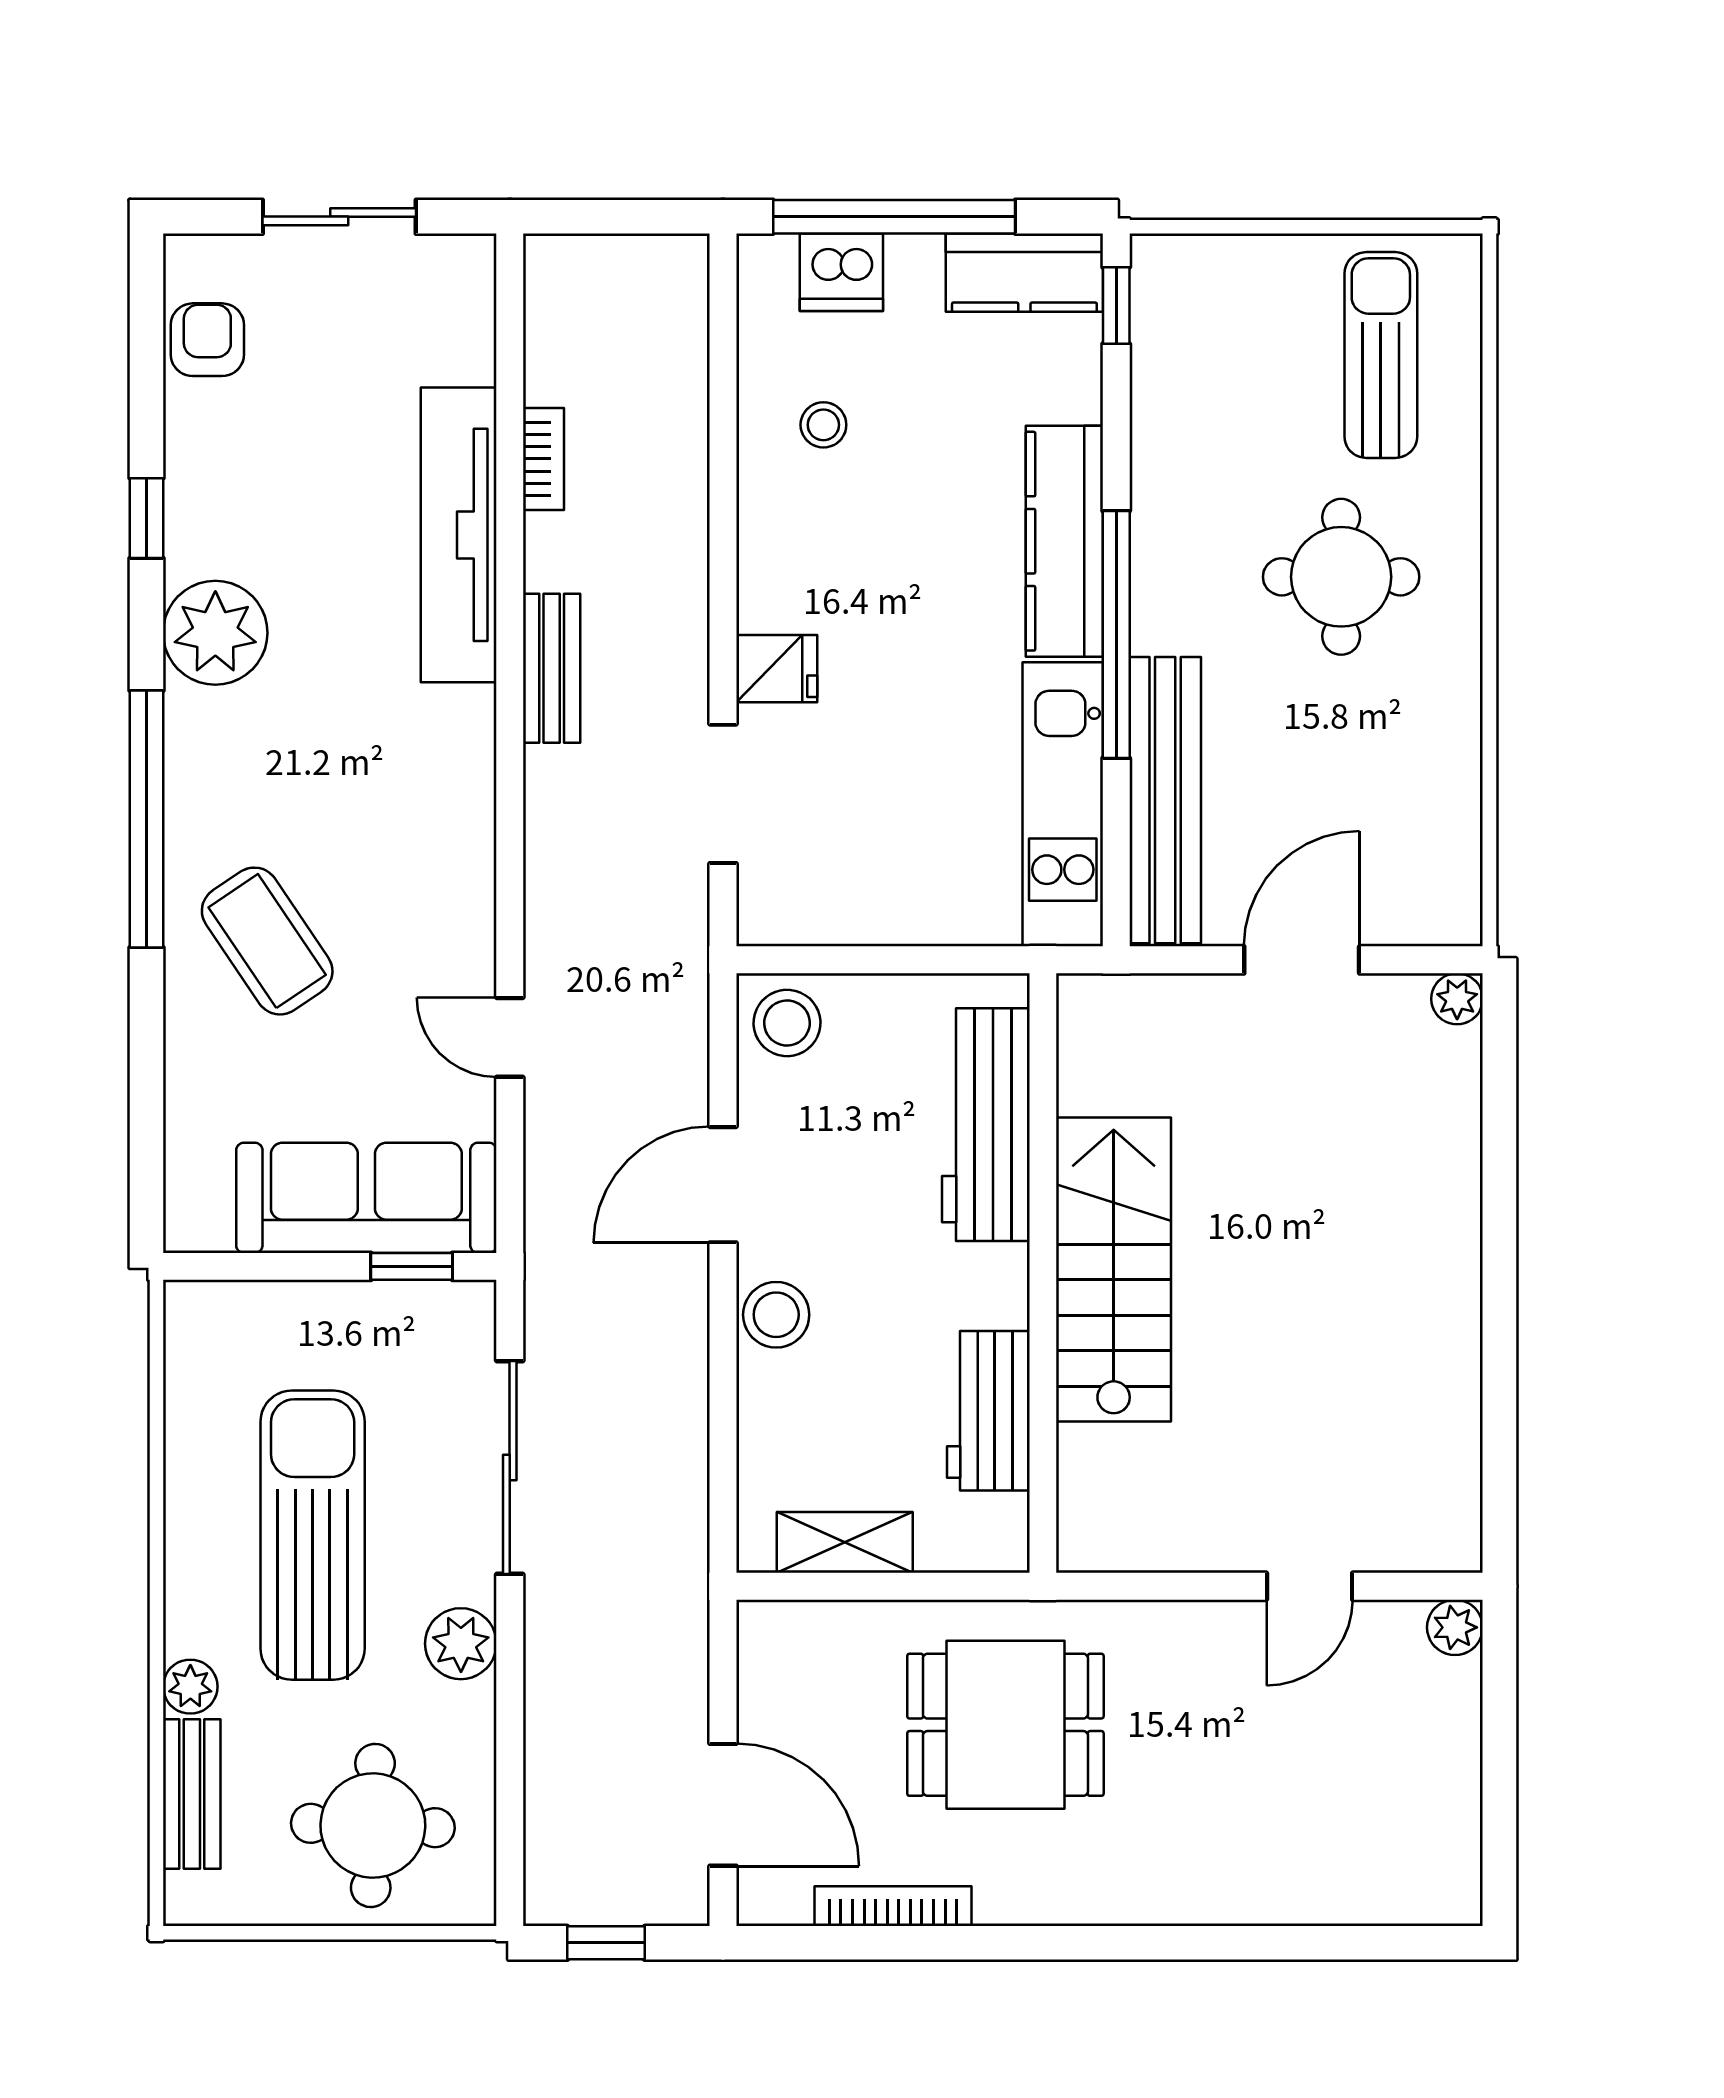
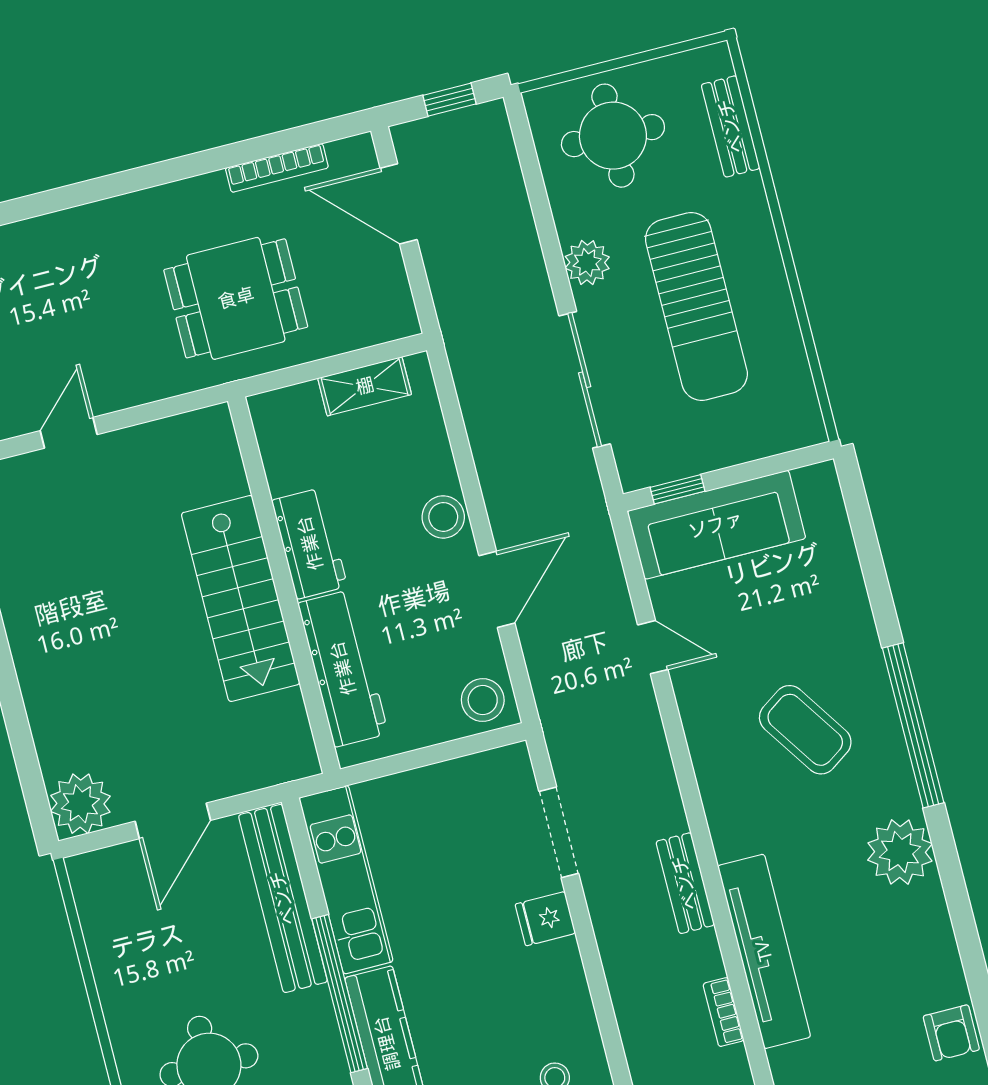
window: (147, 518) -> (961, 912), removed
coffee table: (267, 941) -> (805, 730), moved
plant: (1457, 999) -> (80, 804), width x1.88, depth x1.88
workbench: (988, 1411) -> (310, 543), moved
plant: (190, 1687) -> (748, 193), removed

